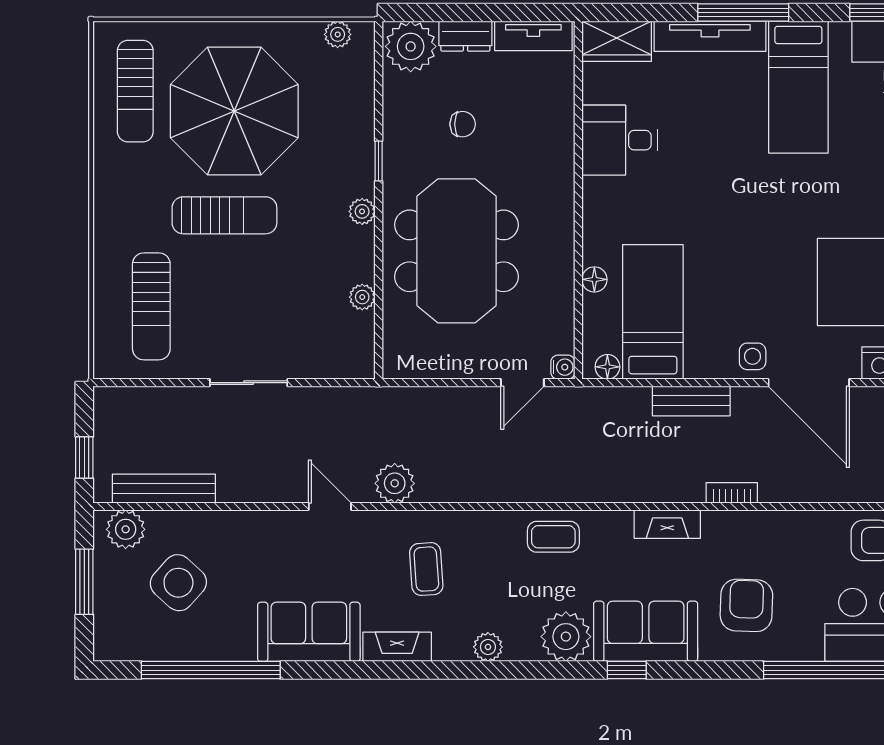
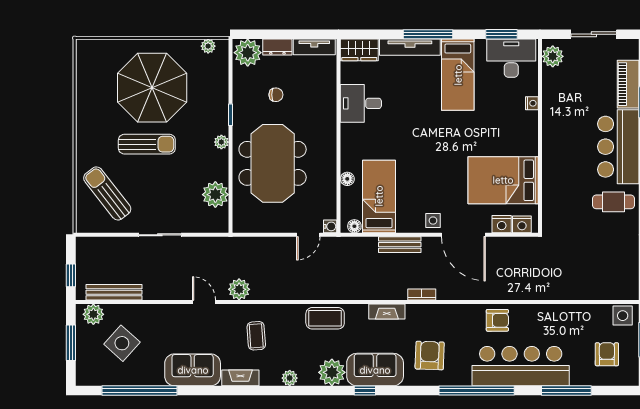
sun lounger: (135, 91) -> (99, 77), removed
plant: (362, 297) -> (215, 195), width x1.88, depth x1.88
sun lounger: (151, 306) -> (107, 193), turned 142
coffee table: (553, 537) -> (325, 318), width x1.36, depth x1.30

